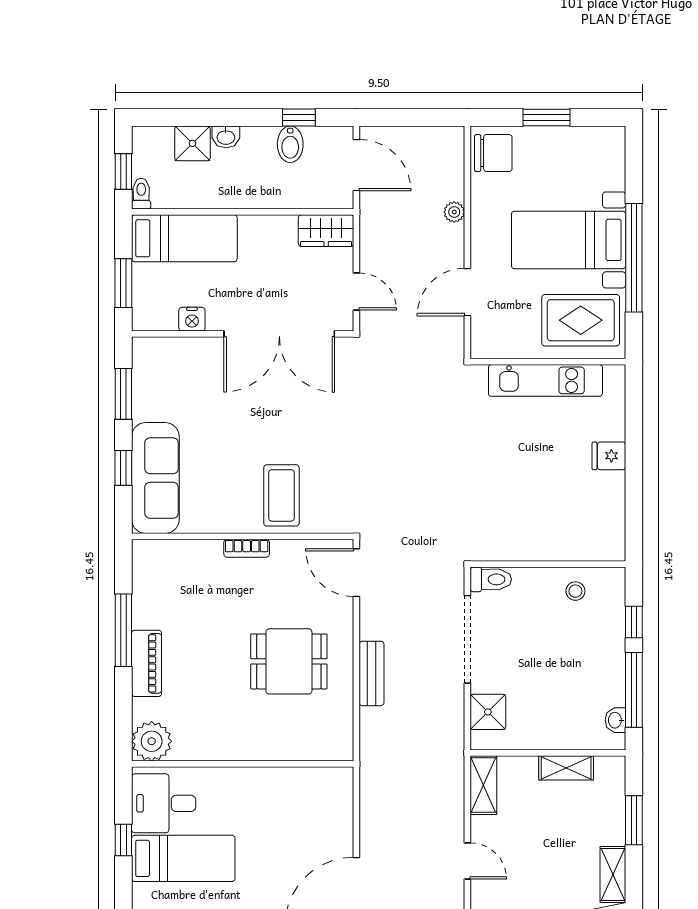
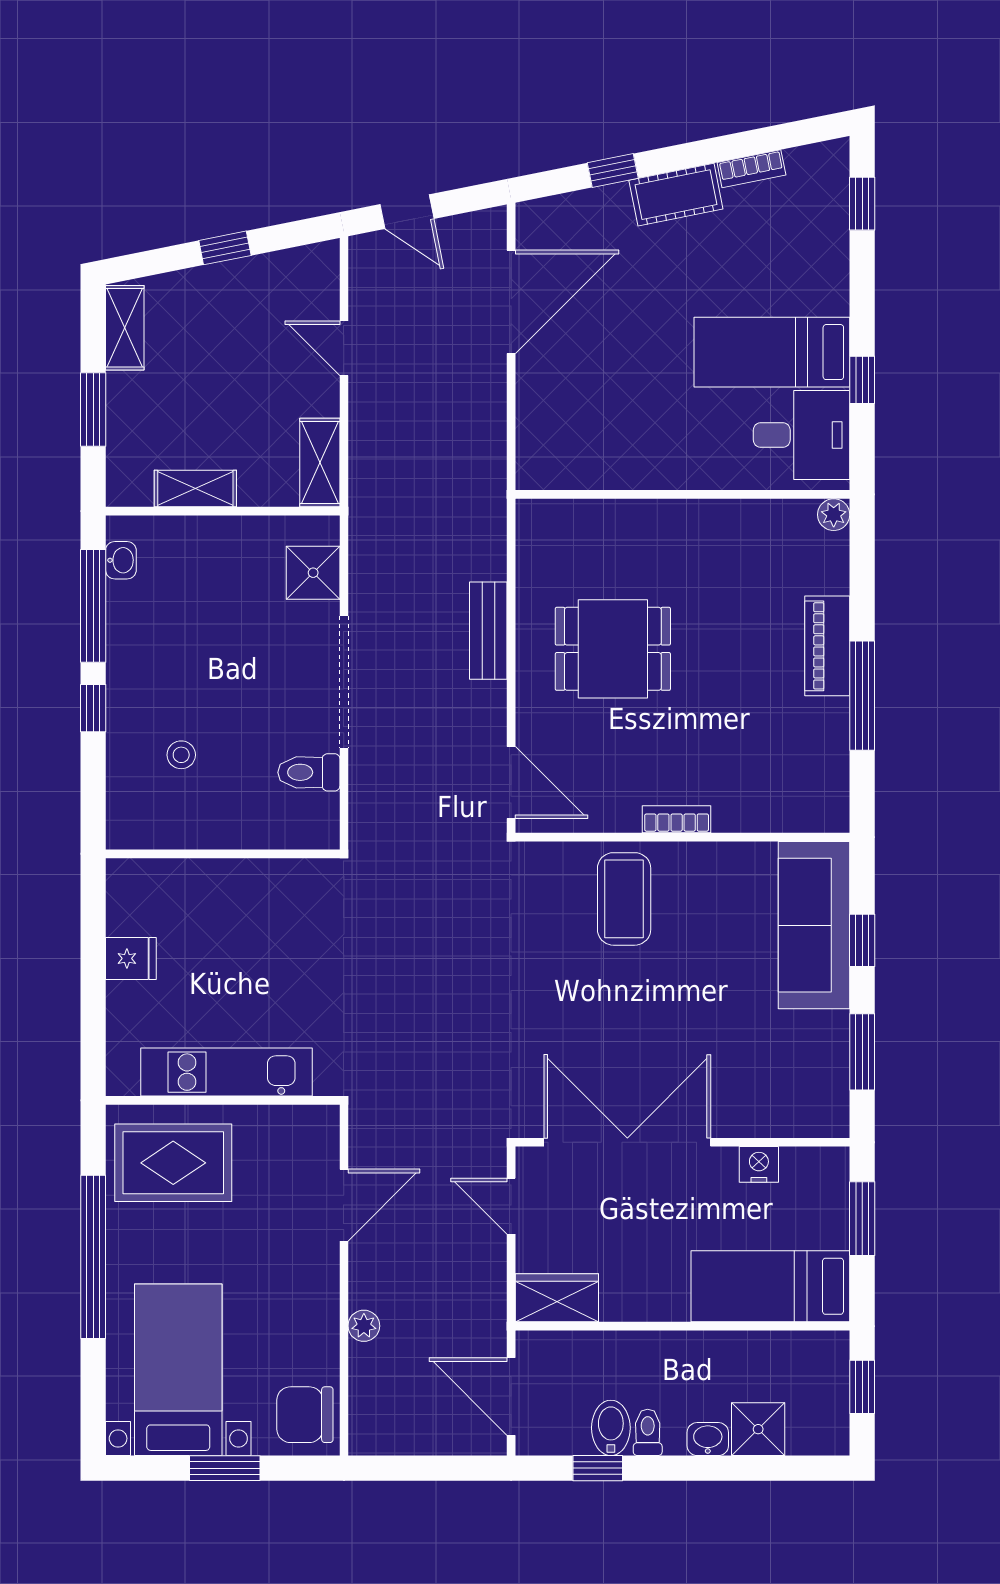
toilet: (141, 194) -> (648, 1432), moved, turned 180
bed with nightstands: (569, 240) -> (178, 1370), moved, turned -90
wall: (548, 564) -> (223, 854), moved
plant: (152, 741) -> (834, 515), width x0.53, depth x0.53

